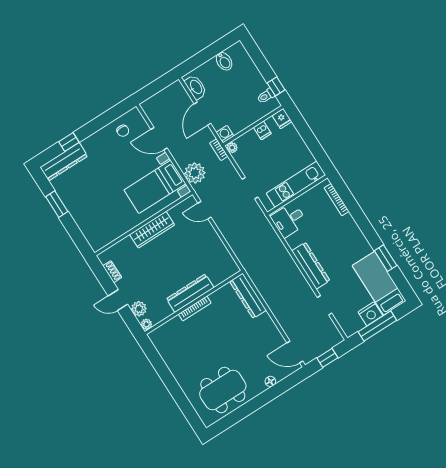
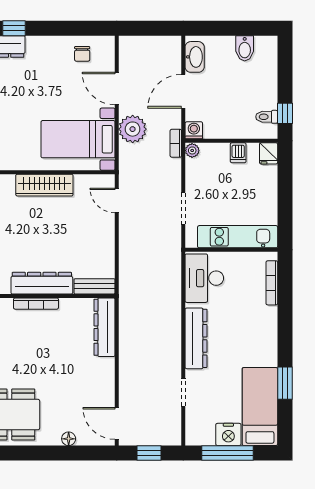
plant: (195, 173) -> (133, 129), moved
desk: (289, 220) -> (204, 278), width x1.37
bench: (225, 274) -> (94, 286), added

